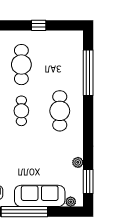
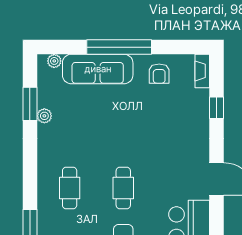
cafe table: (60, 111) -> (70, 188), width x0.73, depth x0.74
window: (88, 182) -> (30, 104), moved

